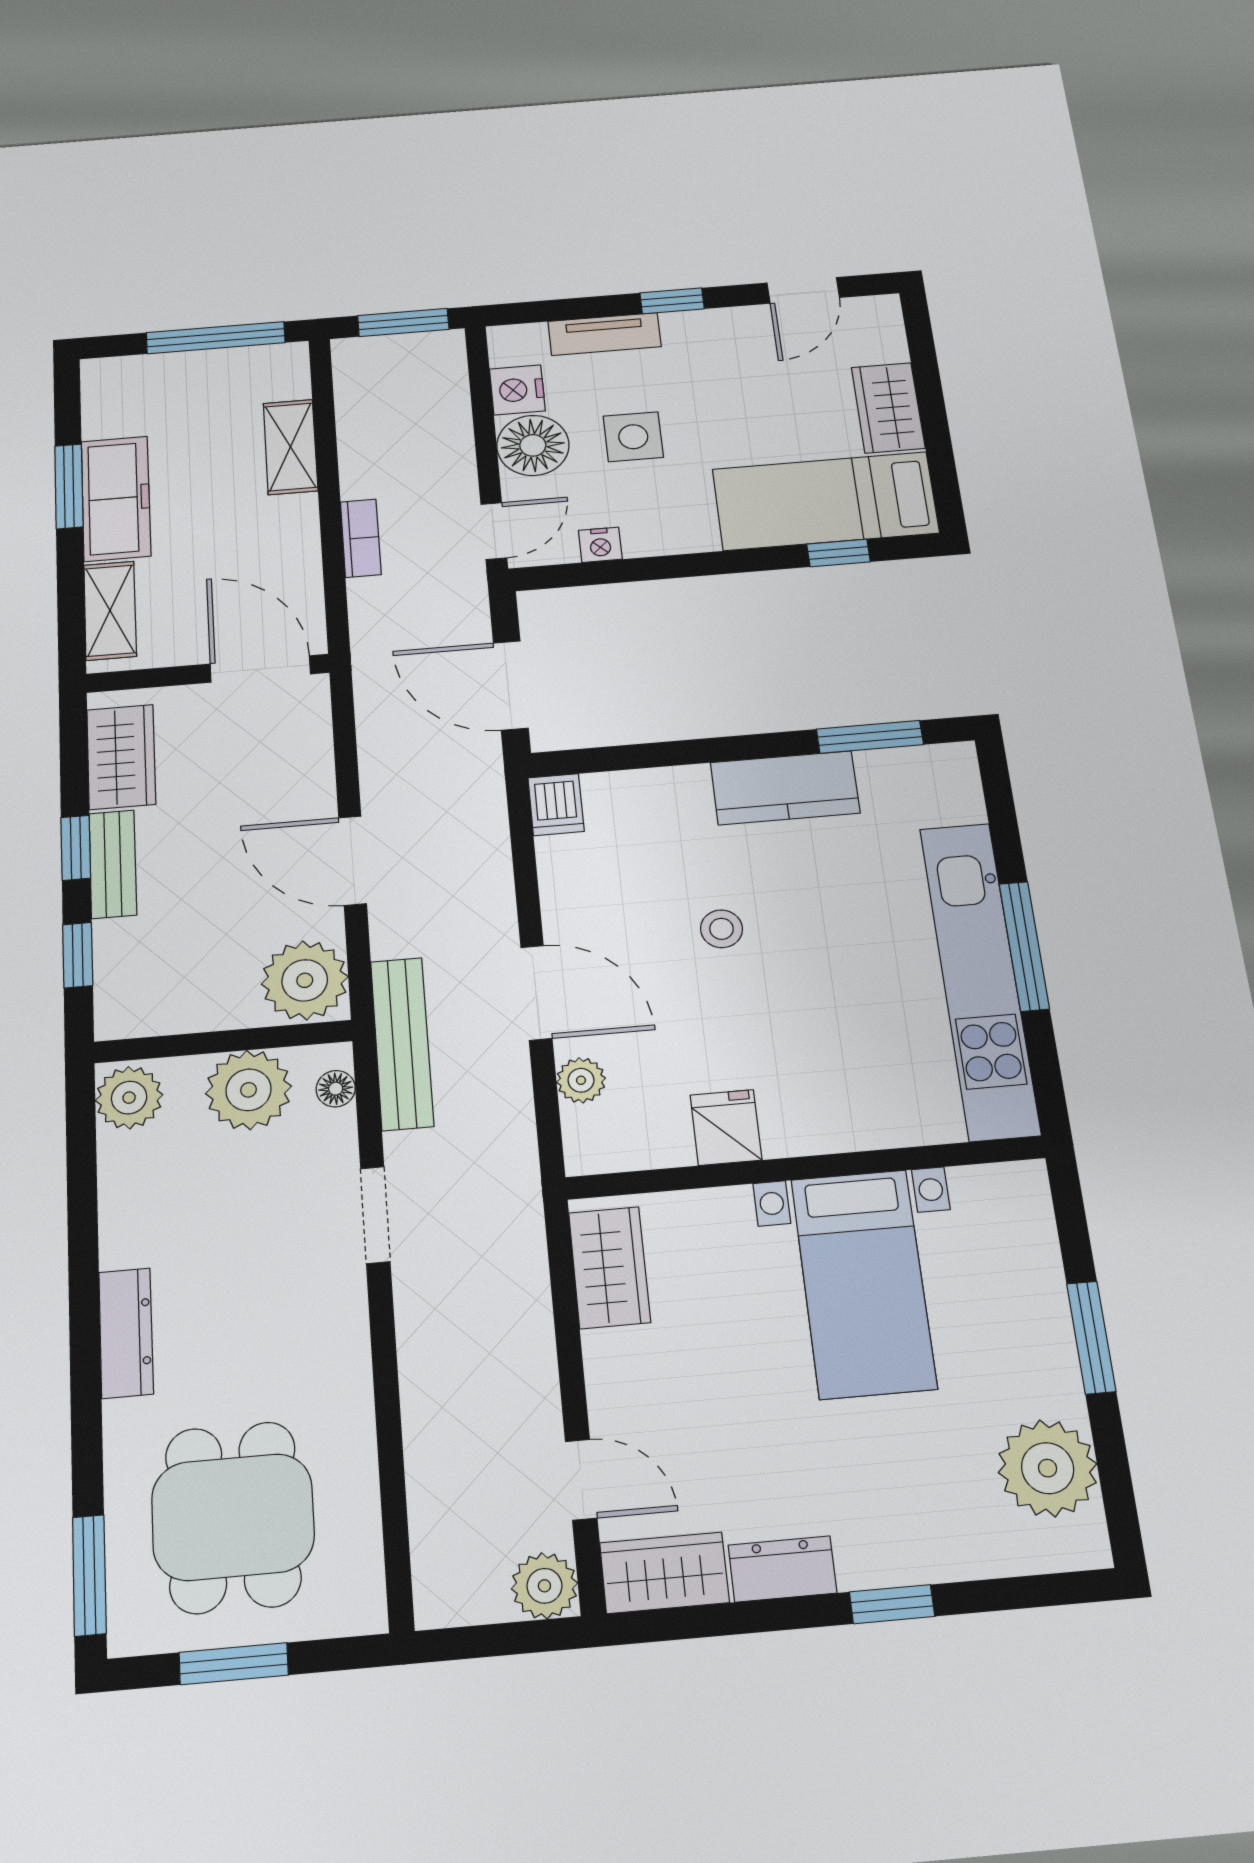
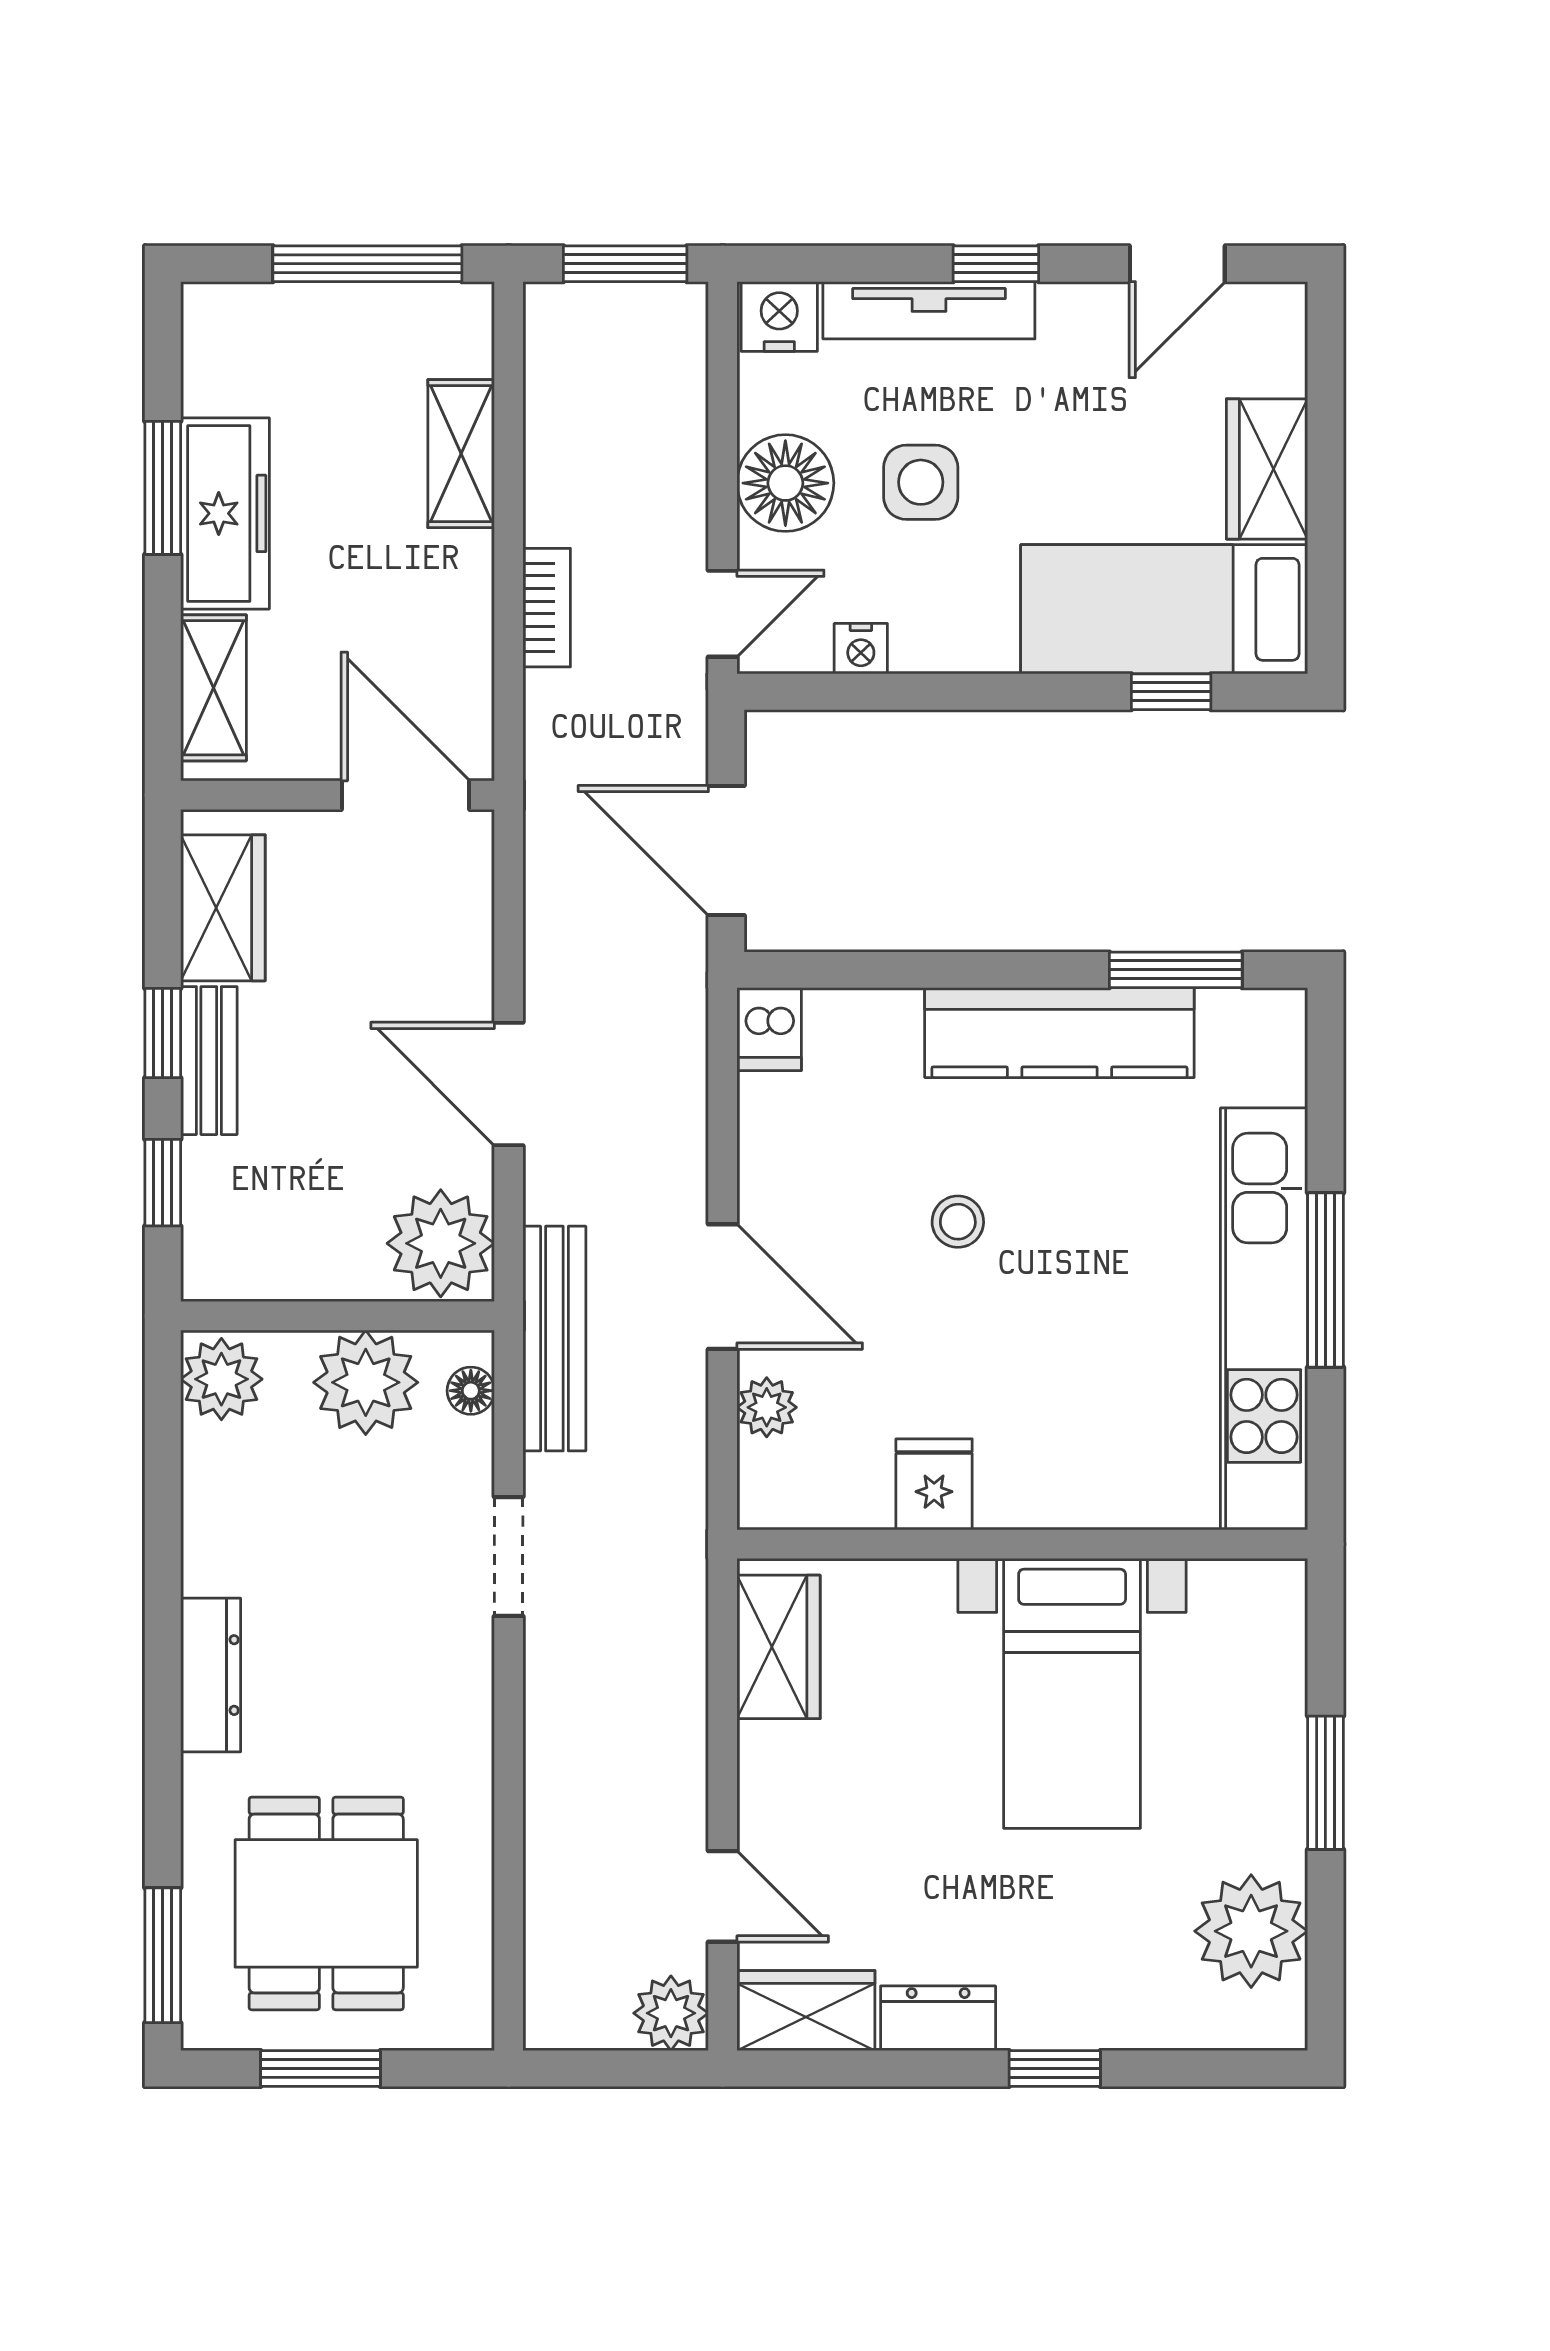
tv unit: (605, 334) -> (929, 310), width x1.41
nightstand: (517, 390) -> (779, 317), moved, turned 90
kitchen counter: (785, 788) -> (1059, 1033), width x1.50

